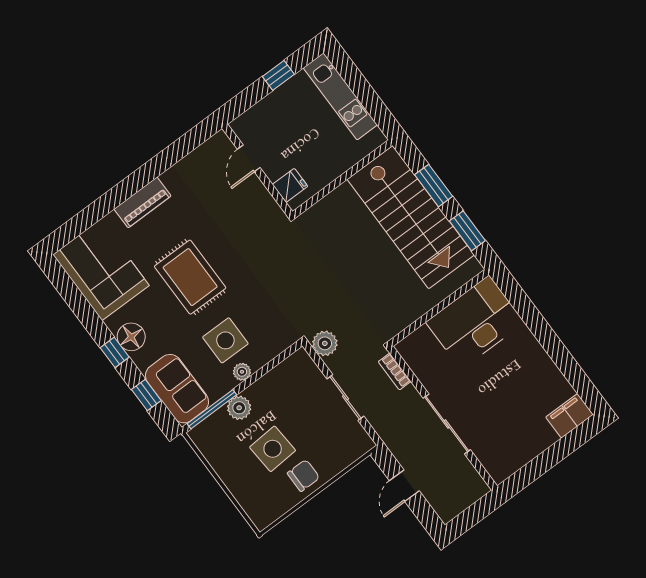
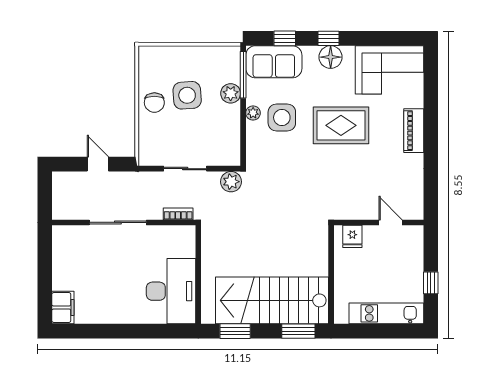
window: (434, 186) -> (298, 331), moved

